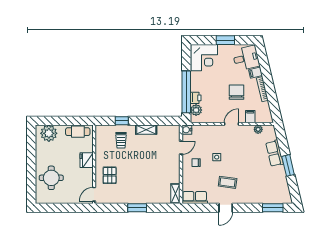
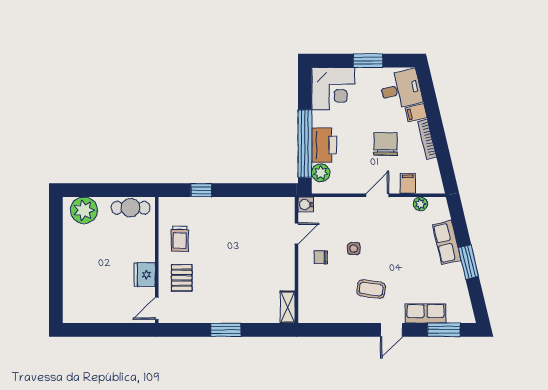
printer: (196, 98) -> (324, 145), width x1.87, depth x1.48
shelving: (146, 130) -> (240, 204), removed
trolley: (121, 140) -> (180, 239), moved
fridge: (87, 160) -> (145, 275), moved
round table: (51, 178) -> (88, 282), removed
row of seats: (195, 197) -> (426, 313), moved
door: (226, 208) -> (391, 330), moved

